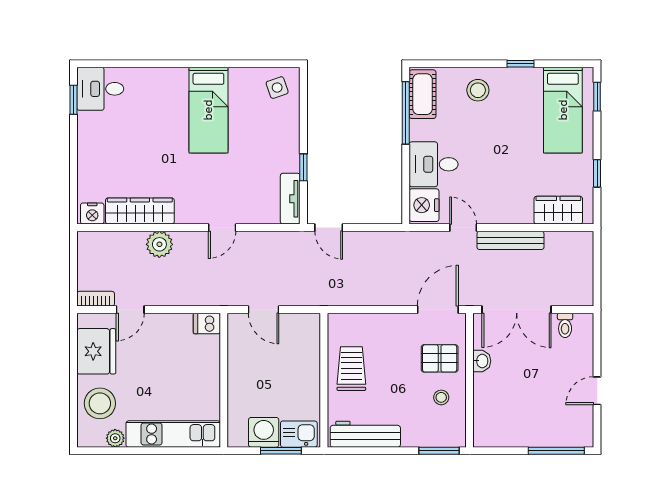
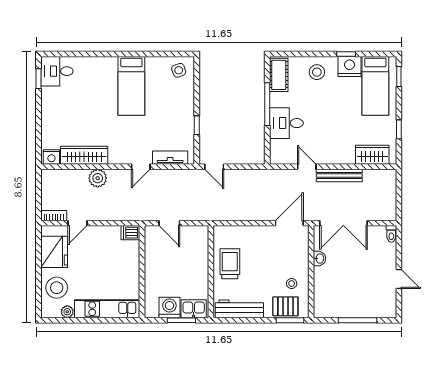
window: (406, 113) -> (267, 104), moved
tv unit: (290, 199) -> (170, 158), moved, turned 90
nightstand: (424, 205) -> (349, 66), moved, turned 90
toilet: (565, 325) -> (391, 234), moved
pallet: (440, 358) -> (285, 306), moved
door: (597, 391) -> (399, 279), swing flipped
window: (556, 451) -> (357, 320), moved

